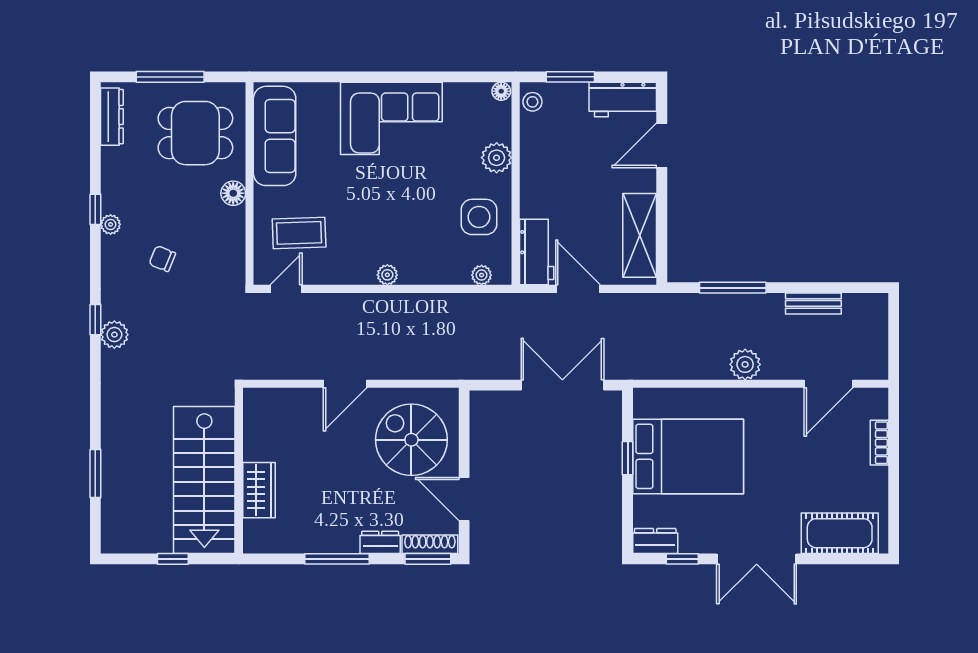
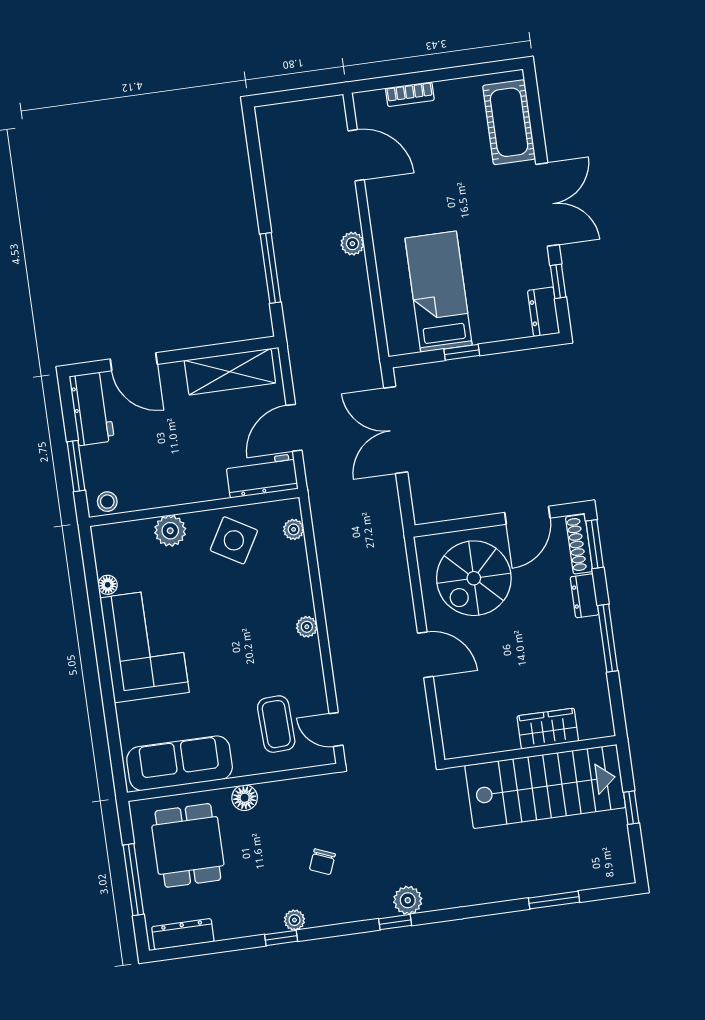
floor lamp: (501, 91) -> (108, 585), moved
side table: (479, 217) -> (234, 540), turned 30
bench: (813, 303) -> (275, 182), removed
plant: (745, 364) -> (352, 244), width x0.73, depth x0.73
bed: (688, 456) -> (439, 292), width x0.67

